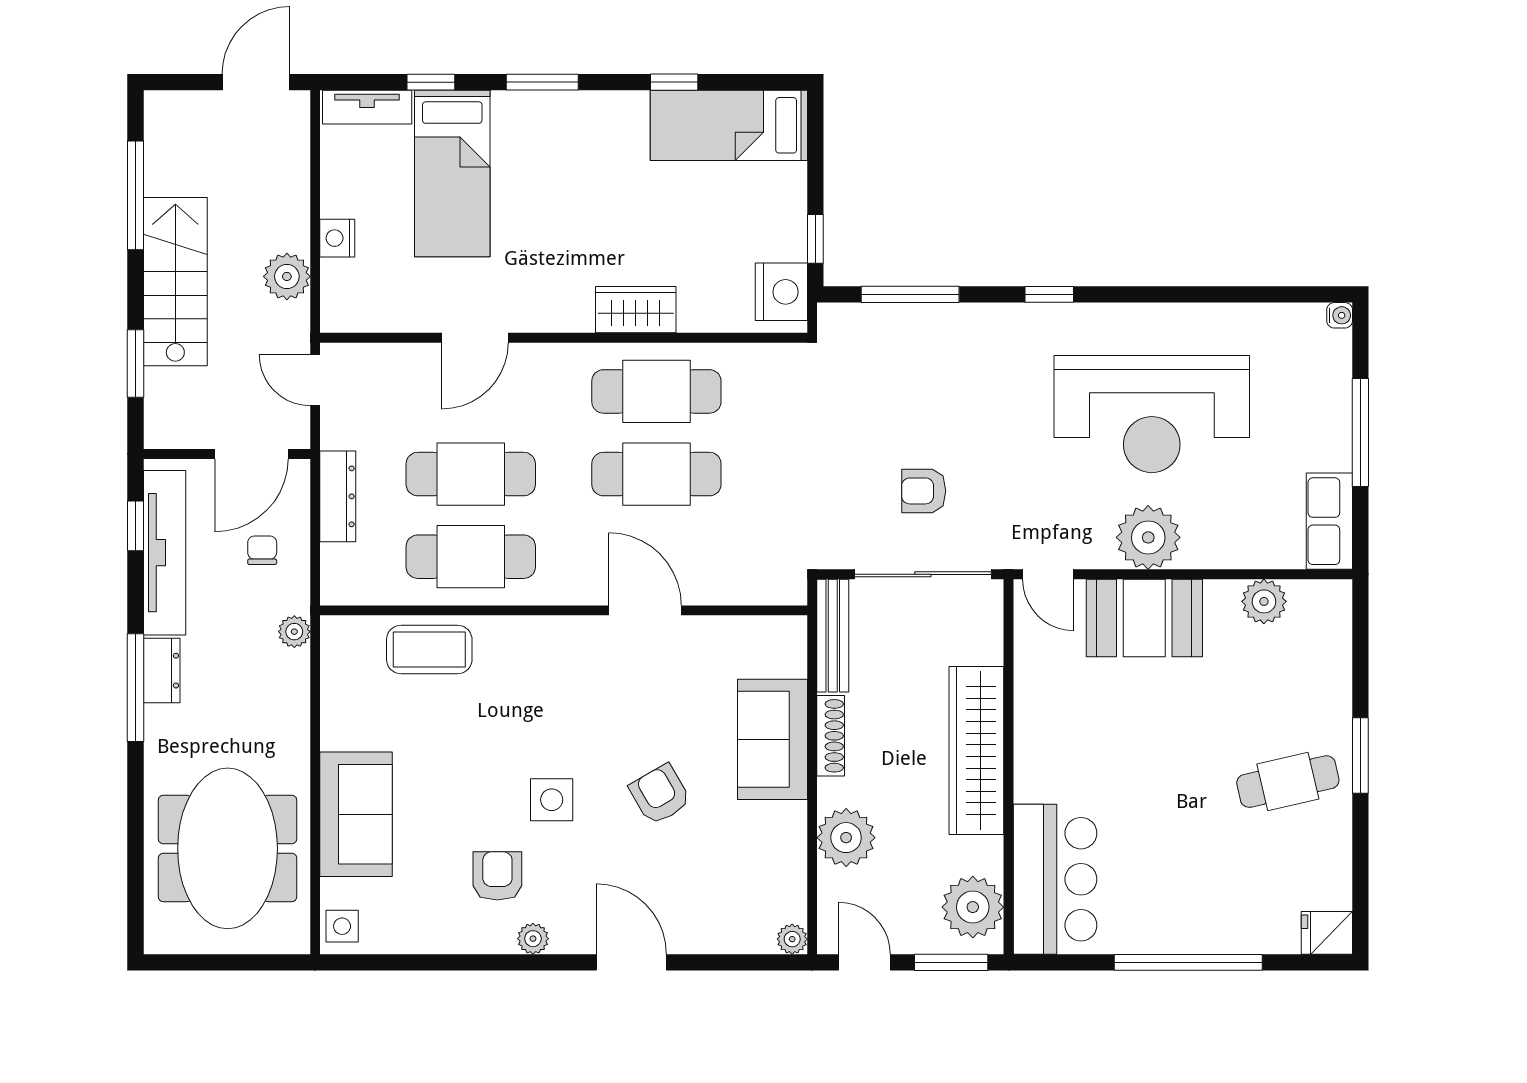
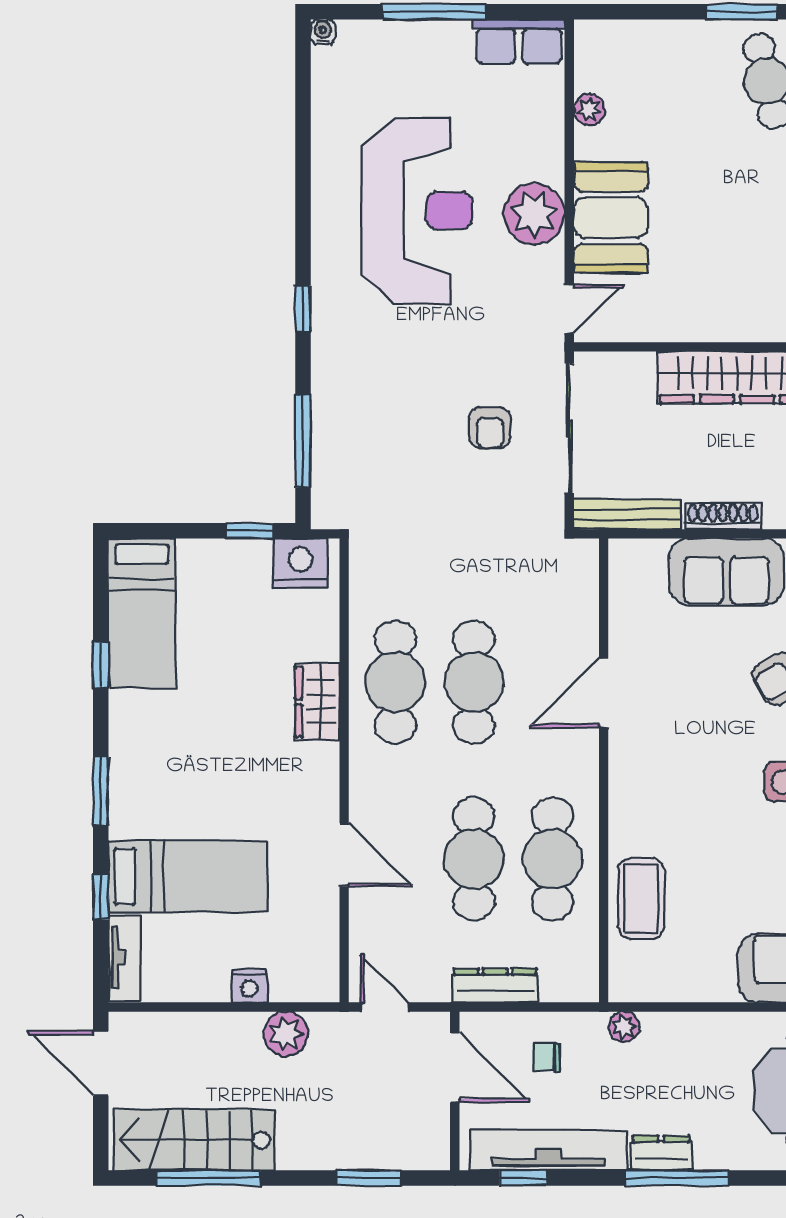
stairs: (175, 282) -> (194, 1140), moved
door: (315, 380) -> (385, 1007), swing flipped
plant: (1264, 601) -> (589, 110), width x0.73, depth x0.73

